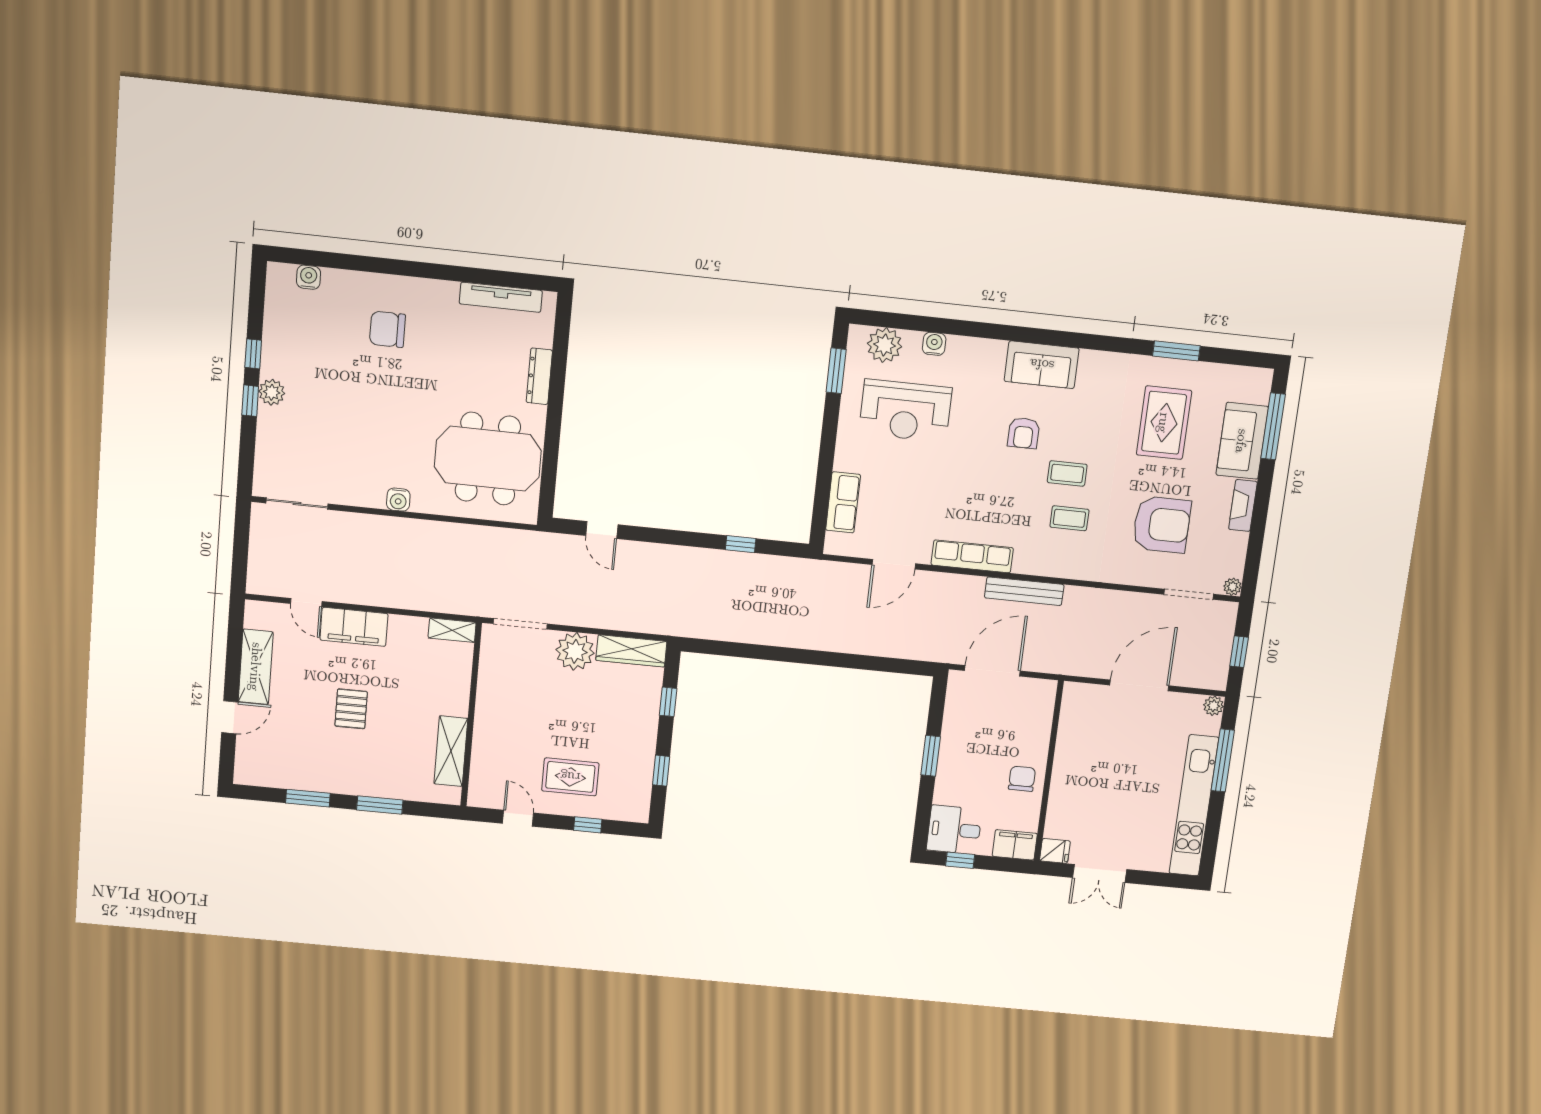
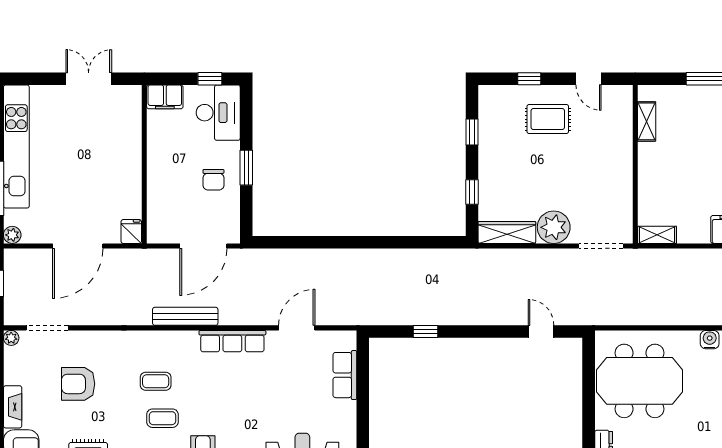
armchair: (1162, 525) -> (78, 384), width x0.73, depth x0.73
shelving: (451, 751) -> (647, 121), width x0.67, depth x0.75
chair: (1022, 779) -> (213, 180), moved
desk: (954, 830) -> (218, 113), width x1.37
fridge: (1055, 851) -> (131, 231), moved, turned 90

